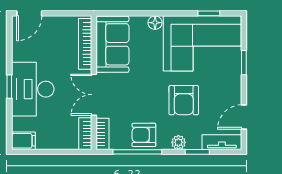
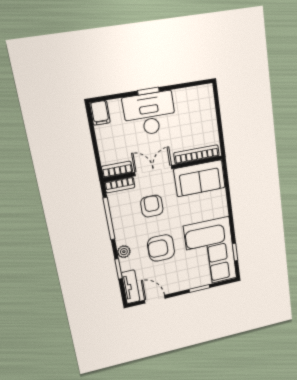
door: (29, 13) -> (216, 99), removed
floor lamp: (155, 23) -> (222, 210), removed
armchair: (144, 135) -> (152, 206), moved

